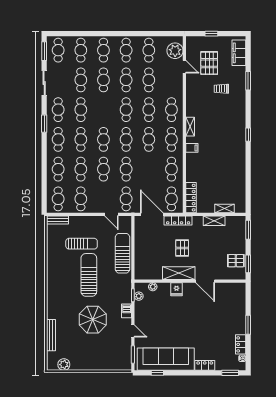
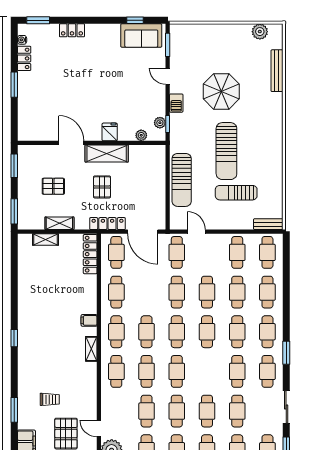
pallet: (236, 261) -> (53, 186), moved
sofa: (166, 359) -> (141, 35), width x0.54, depth x0.79

